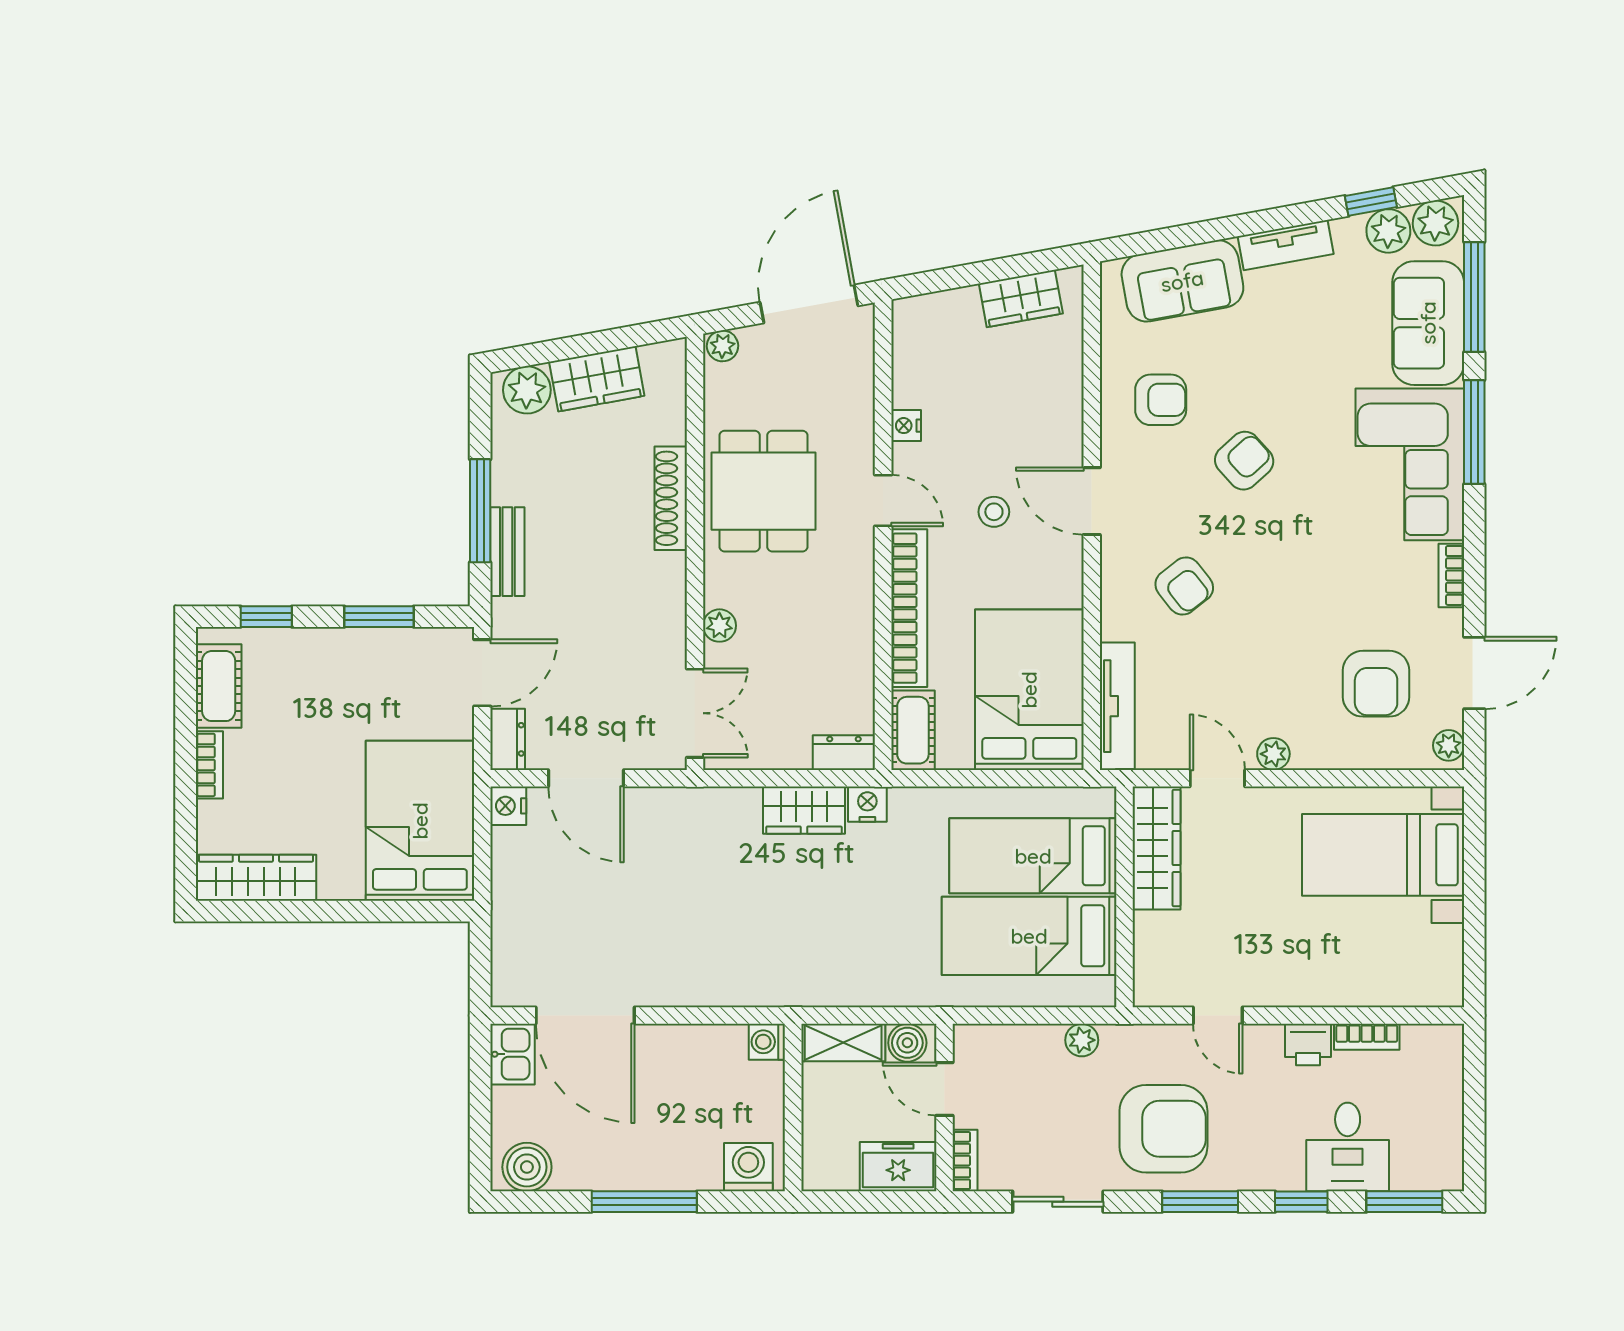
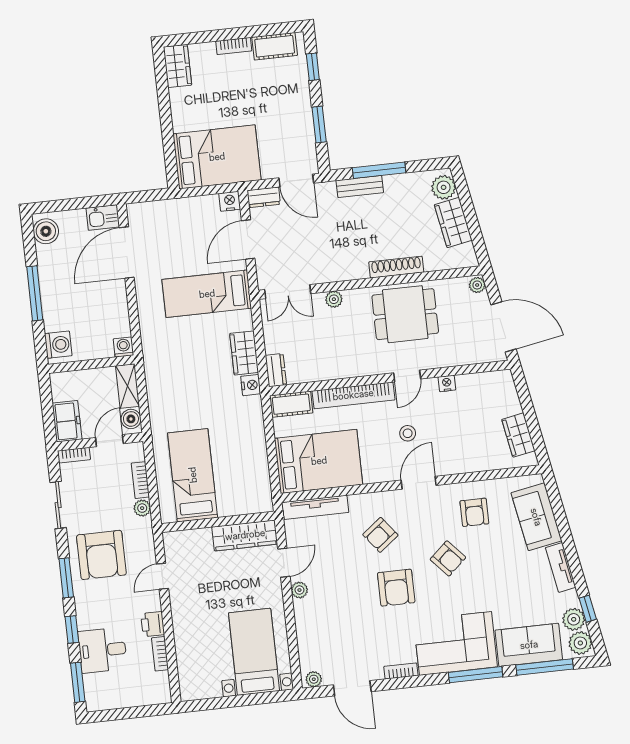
armchair: (1376, 684) -> (396, 588), moved, turned -90
bed: (1033, 856) -> (207, 294), moved, turned -90
wardrobe: (256, 878) -> (177, 66), width x0.67
bookcase: (1027, 1038) -> (140, 480), added

